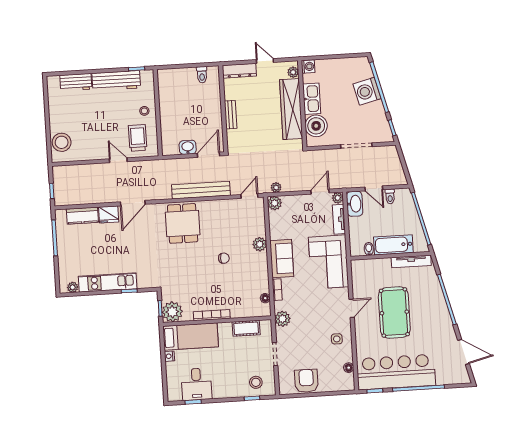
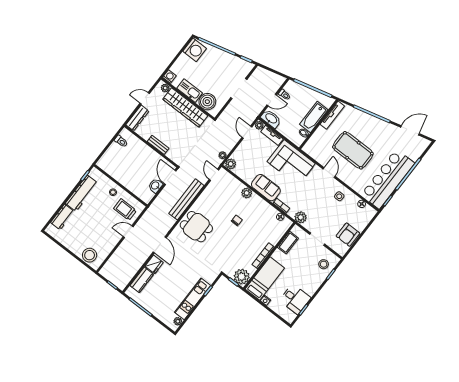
washing machine: (367, 91) -> (195, 50), moved, turned -76
armchair: (306, 381) -> (348, 235), turned -90

